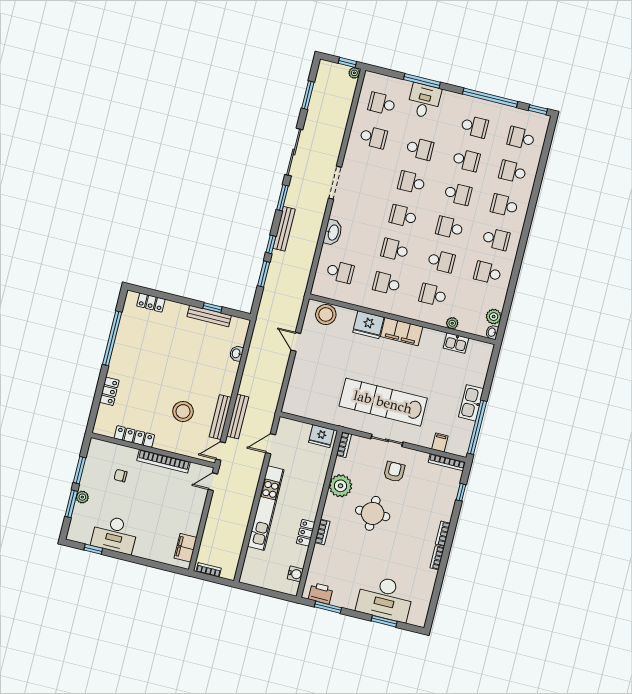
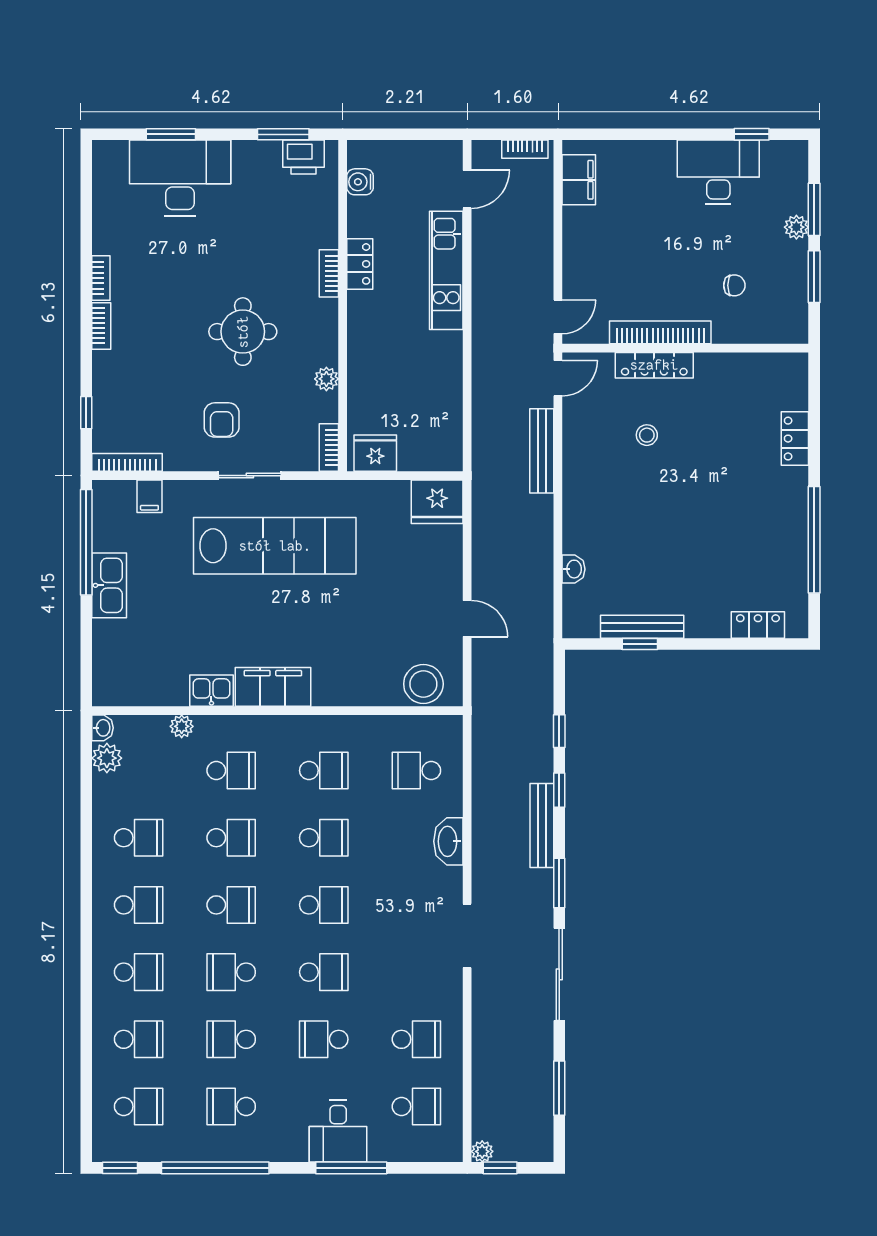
school desk: (373, 137) -> (416, 1039), turned 180
school desk: (496, 239) -> (139, 905), turned 180
school desk: (441, 261) -> (231, 838), turned 180
window: (264, 274) -> (559, 731), width x0.67
fridge: (368, 325) -> (437, 502), moved, turned 180
kitchen sink: (456, 343) -> (211, 691), moved
stool: (183, 411) -> (647, 435), width x0.53, depth x0.53
bench: (220, 417) -> (574, 442), removed
locker: (134, 437) -> (654, 365), moved
door: (271, 444) -> (467, 189), moved
plant: (341, 486) -> (326, 379), width x0.53, depth x0.53
kitchen unit: (266, 508) -> (446, 270), width x0.73

